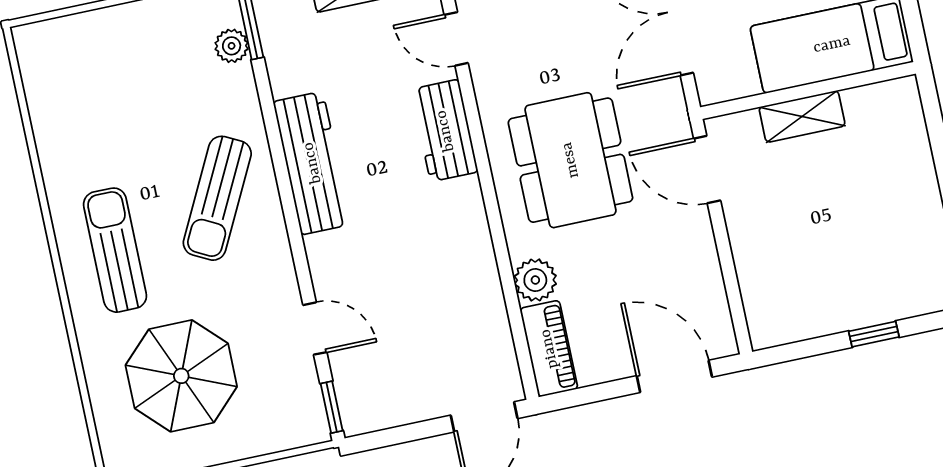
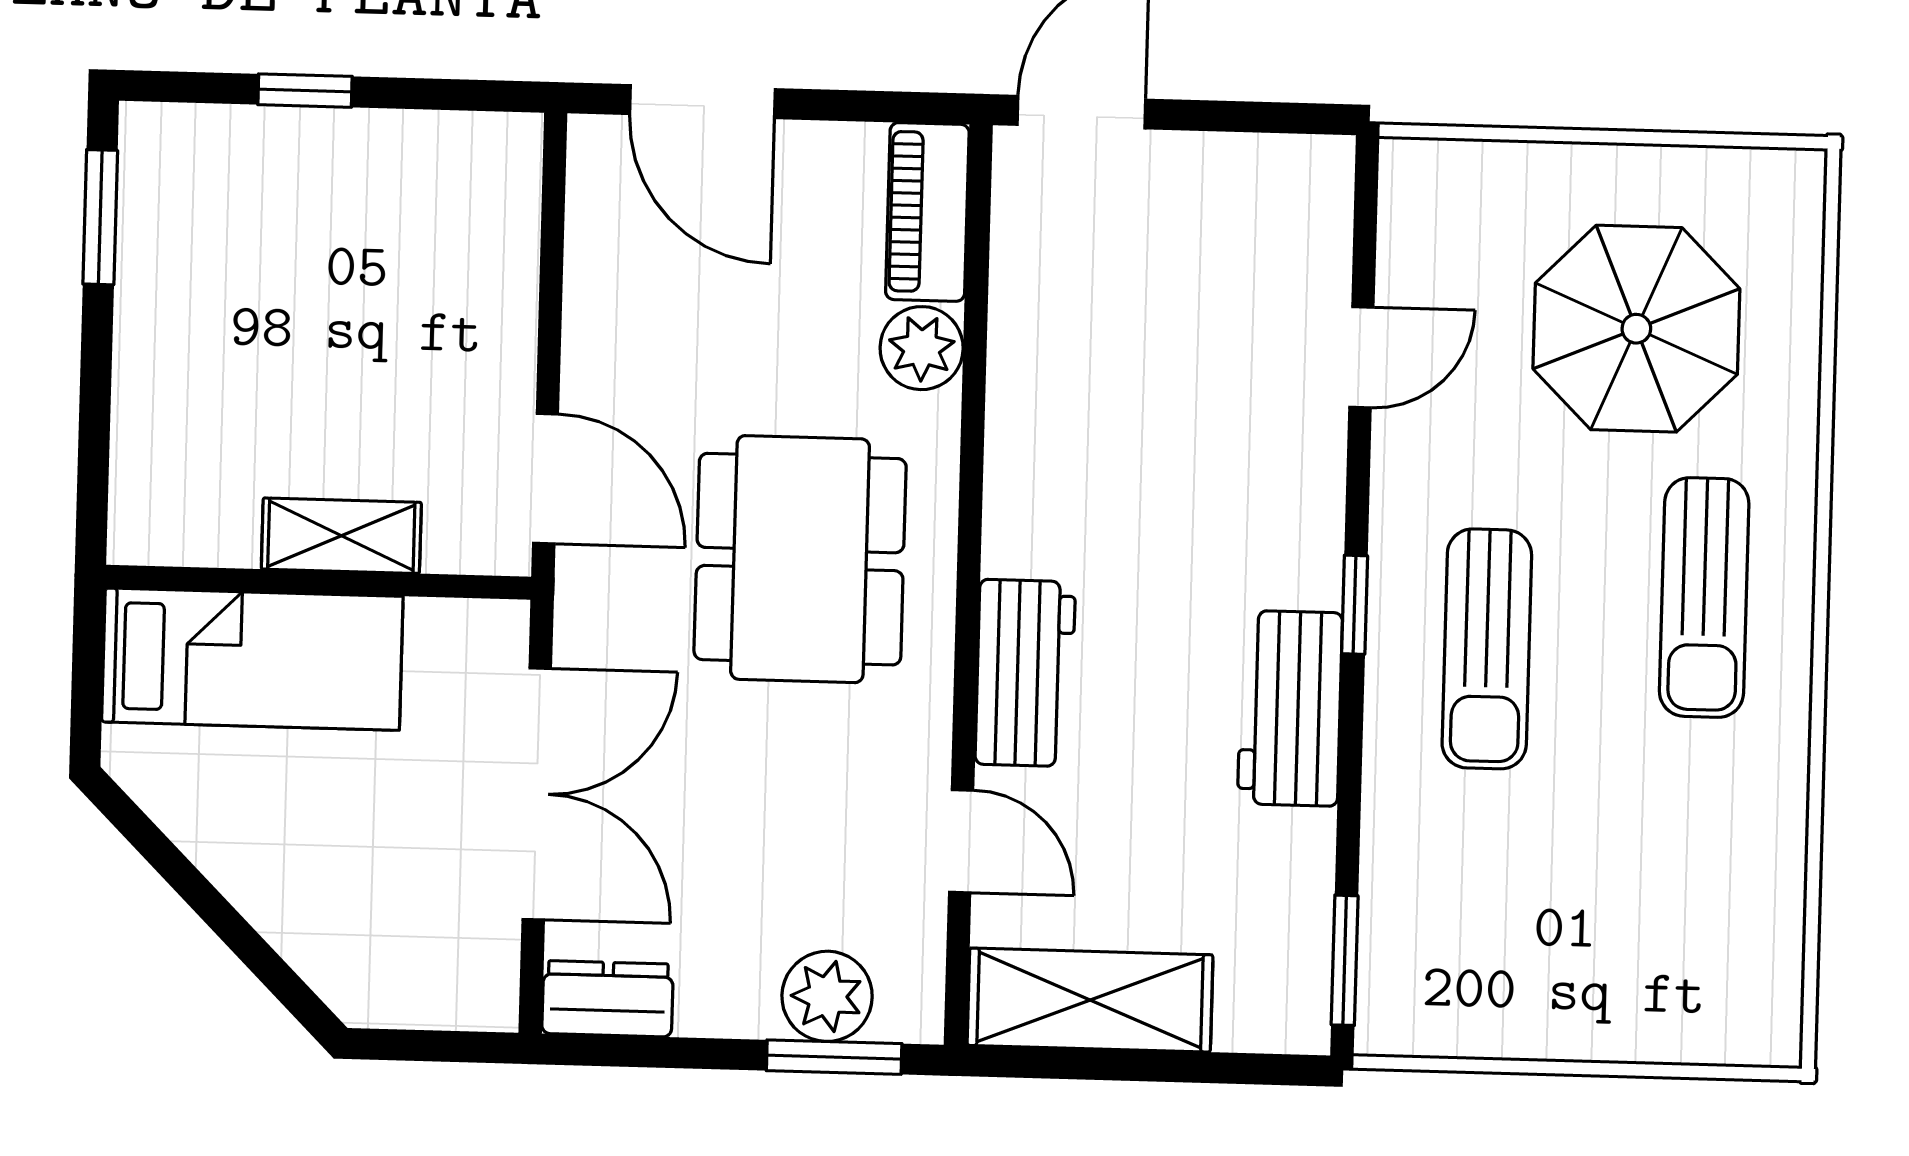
plant: (232, 46) -> (1390, 931), removed
workbench: (312, 163) -> (1290, 708), width x0.73
sun lounger: (217, 198) -> (1487, 649), turned 153
door: (315, 329) -> (1361, 357), swing flipped
window: (332, 407) -> (1355, 605), moved

